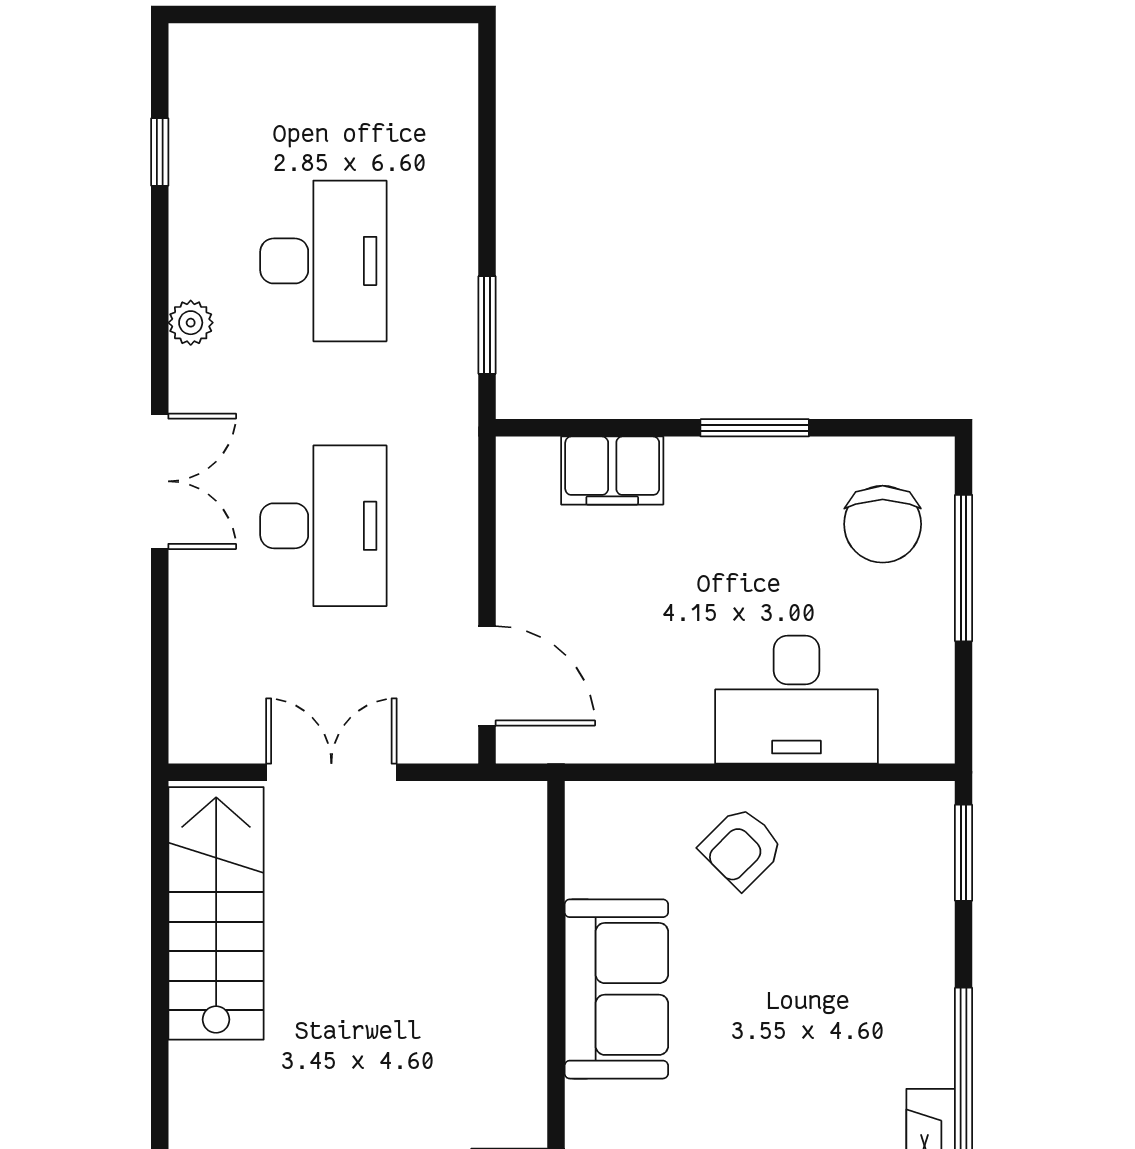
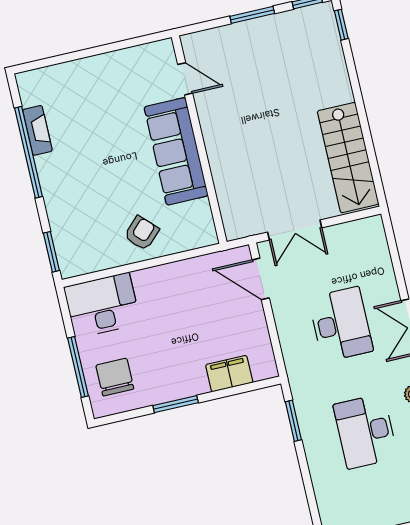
desk: (323, 526) -> (341, 324), turned 180
desk: (797, 700) -> (102, 305), moved
double door: (331, 772) -> (295, 230), moved
sofa: (616, 989) -> (176, 151), width x1.36

